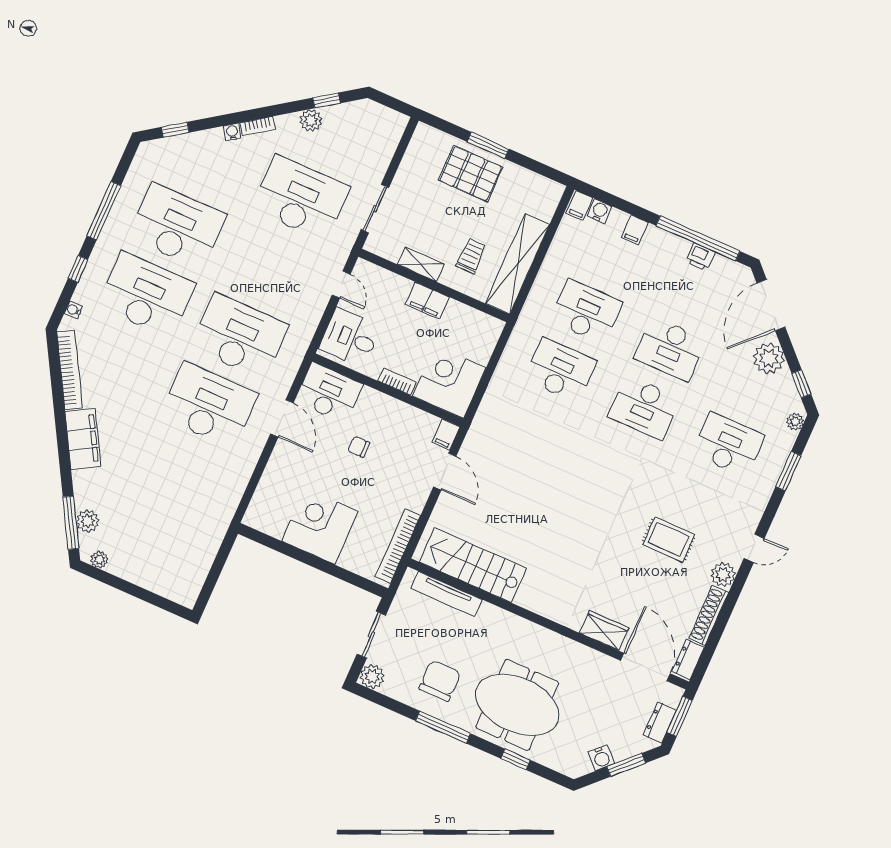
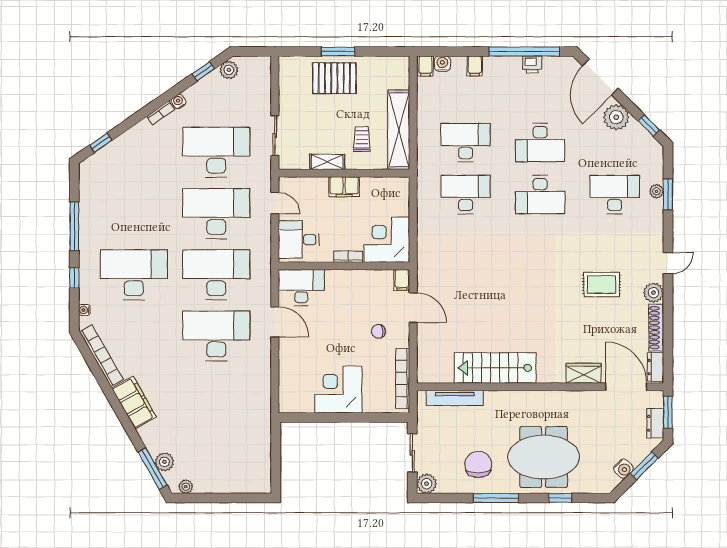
plant: (311, 120) -> (229, 70), moved
water cooler: (232, 132) -> (179, 101), moved
desk: (177, 226) -> (216, 213), moved
plant: (795, 421) -> (657, 191), moved
chair: (359, 447) -> (378, 331), moved
stairs: (473, 565) -> (495, 368), moved

